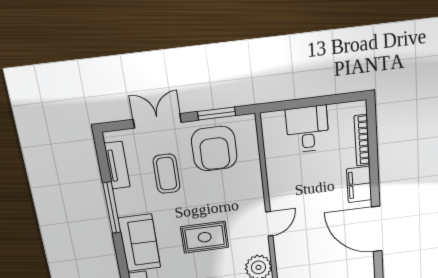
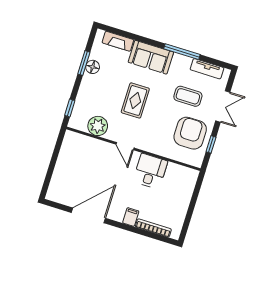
window: (217, 114) -> (211, 144), width x0.67
desk: (307, 129) -> (150, 171), moved, turned -90
armchair: (214, 149) -> (190, 133), turned 90
filing cabinet: (359, 184) -> (131, 217), width x0.50

